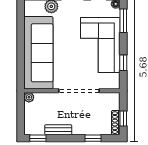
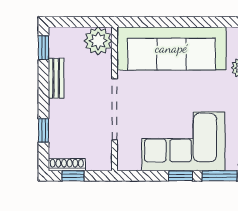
window: (123, 63) -> (180, 176), moved
plant: (29, 97) -> (98, 41), width x1.88, depth x1.88

